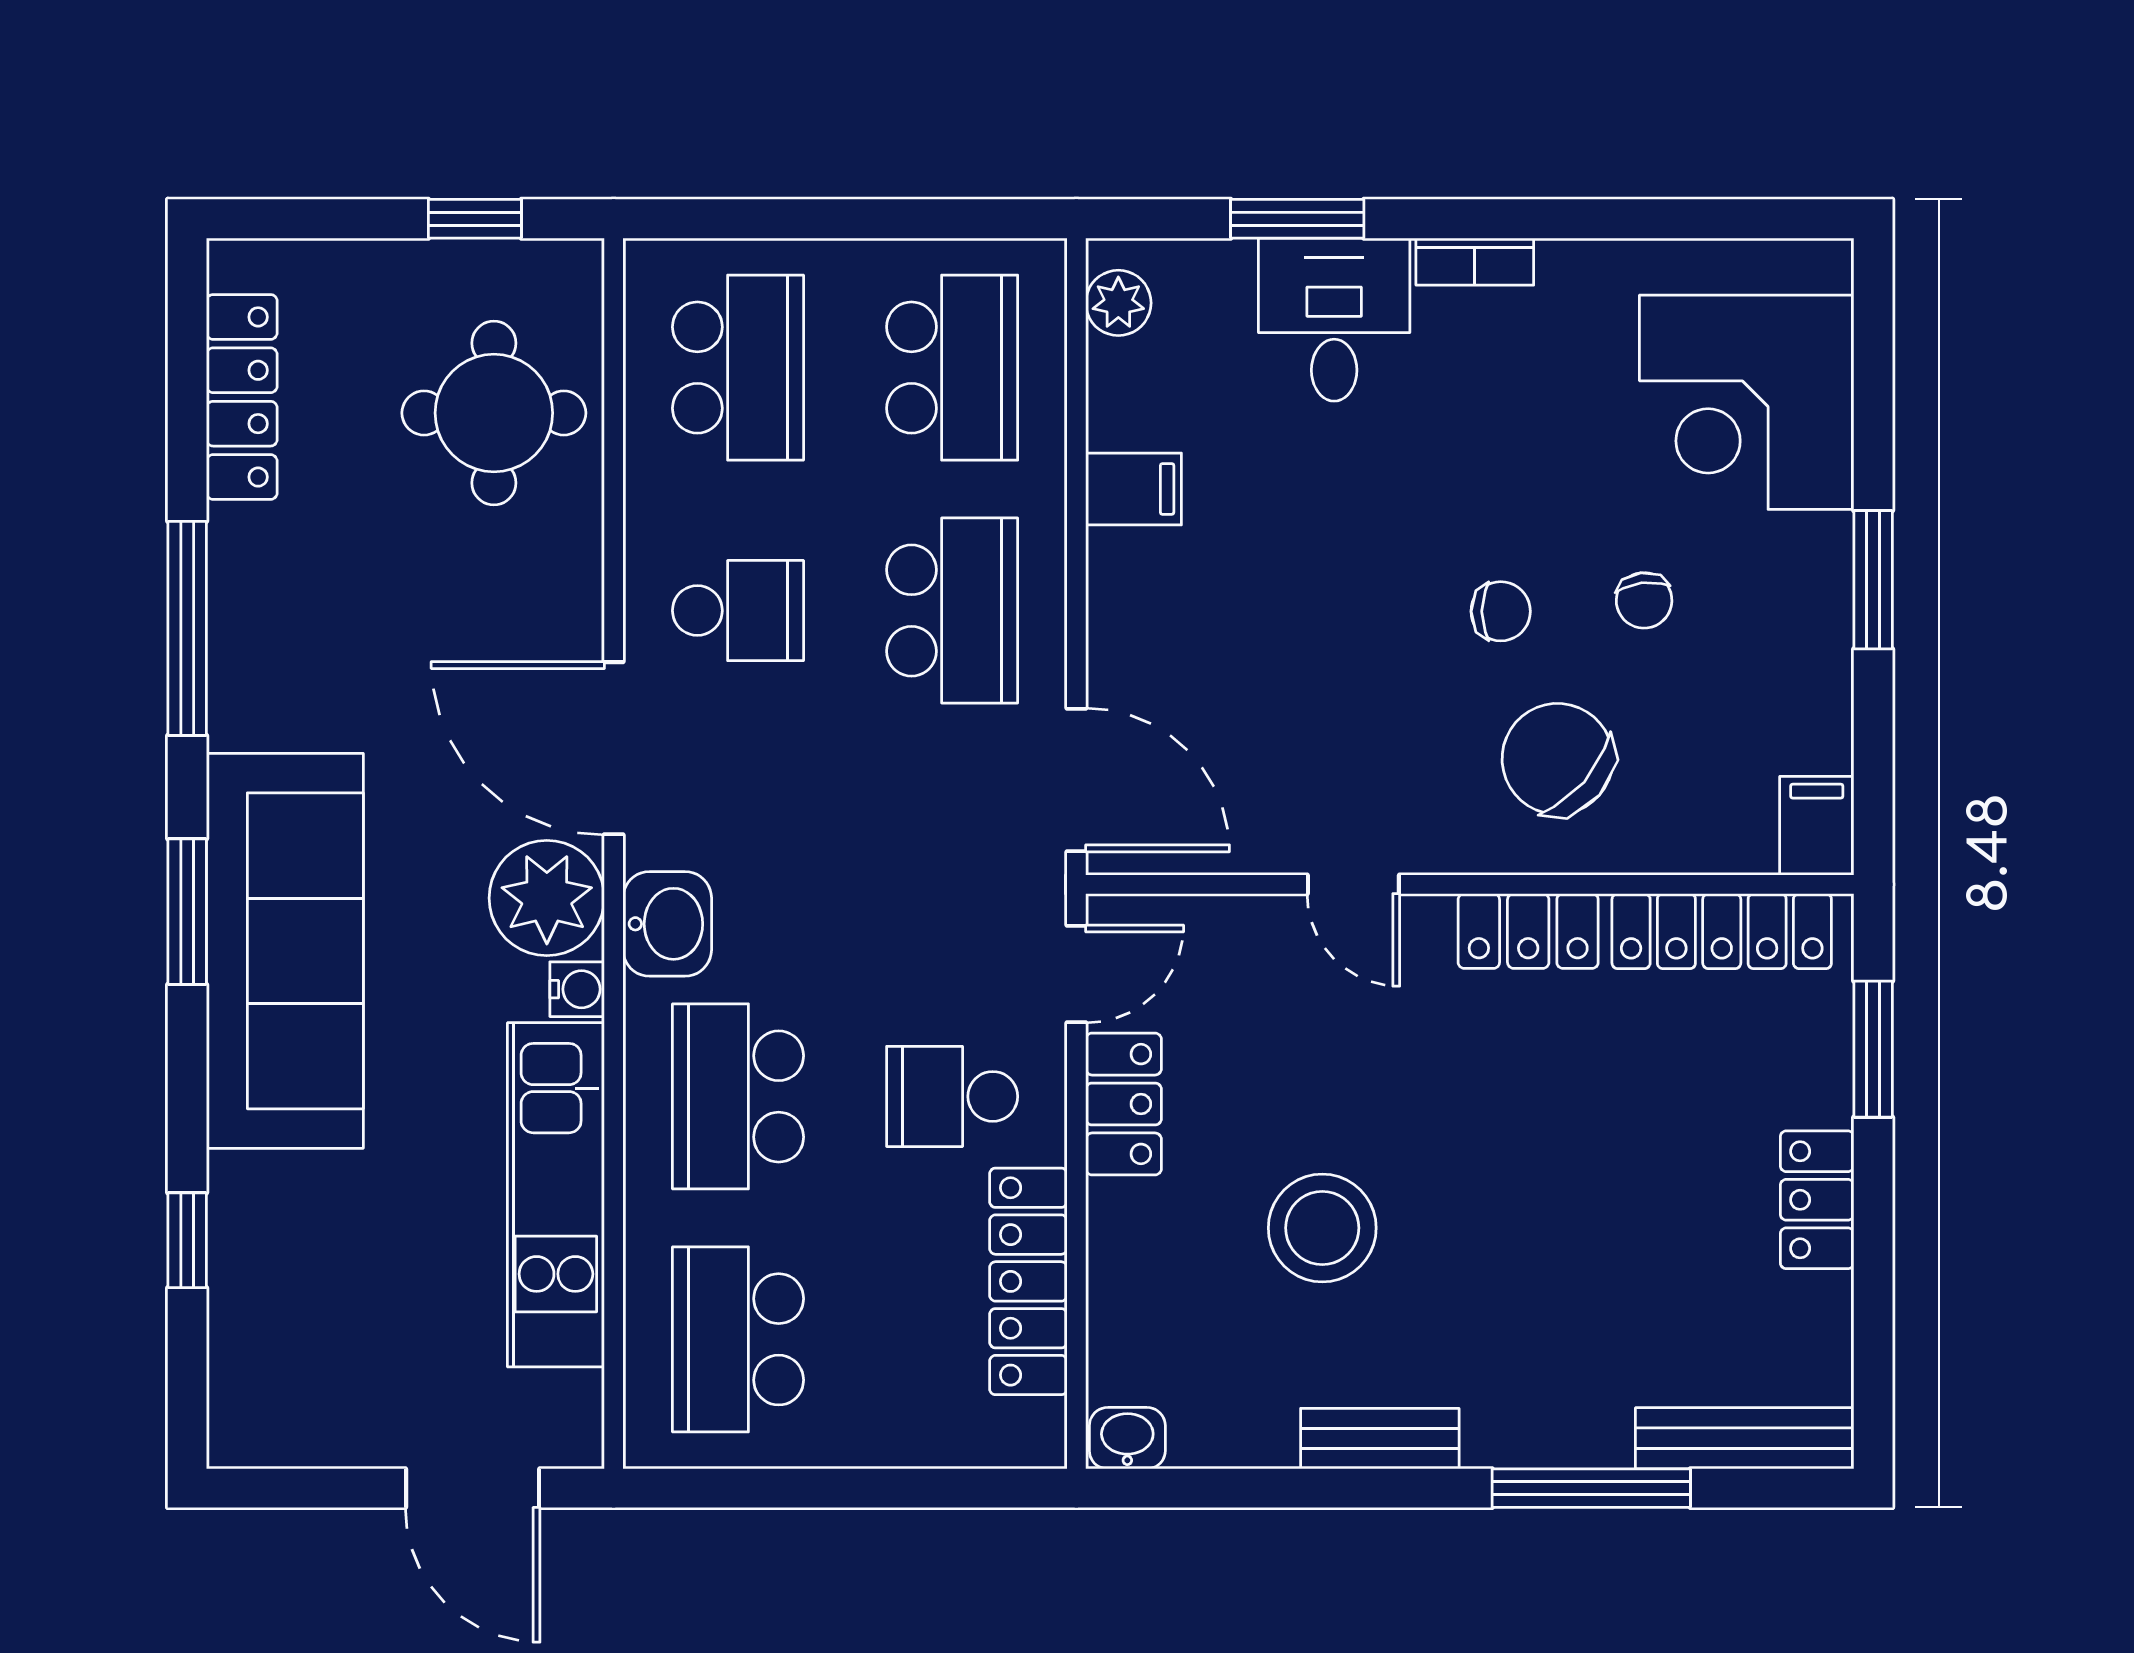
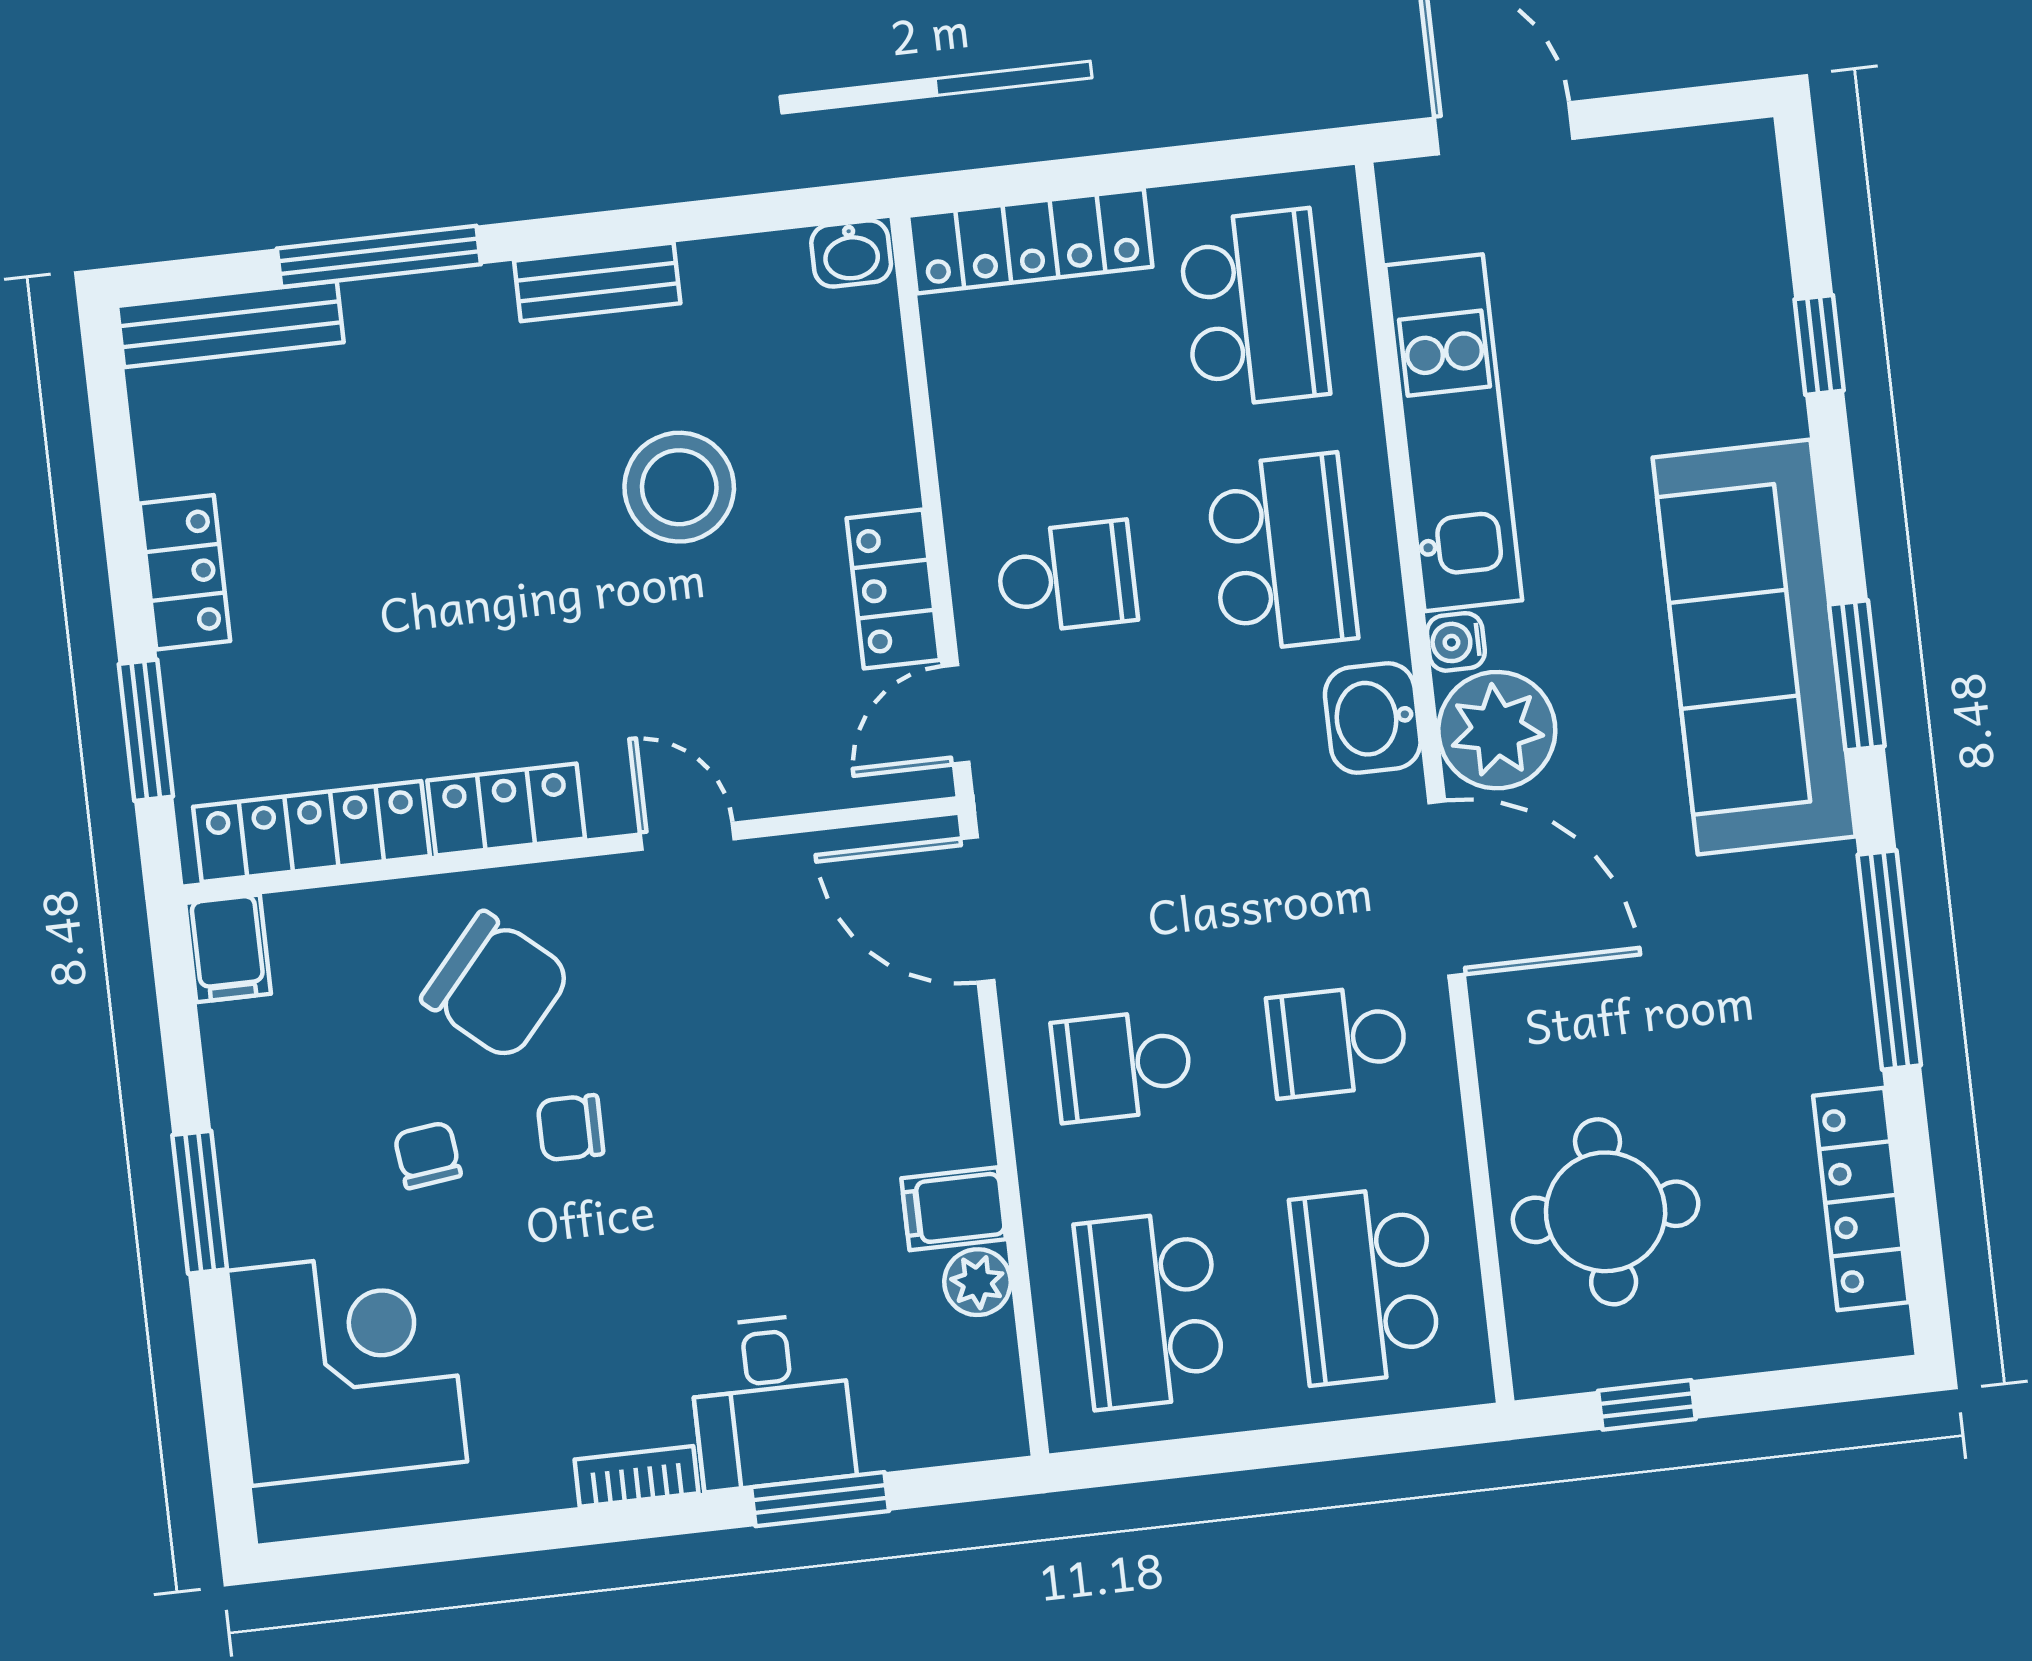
plant: (1118, 303) -> (977, 1282), moved
school desk: (952, 611) -> (1122, 1066), width x0.54
locker: (1028, 1281) -> (1030, 241), moved, turned 90

